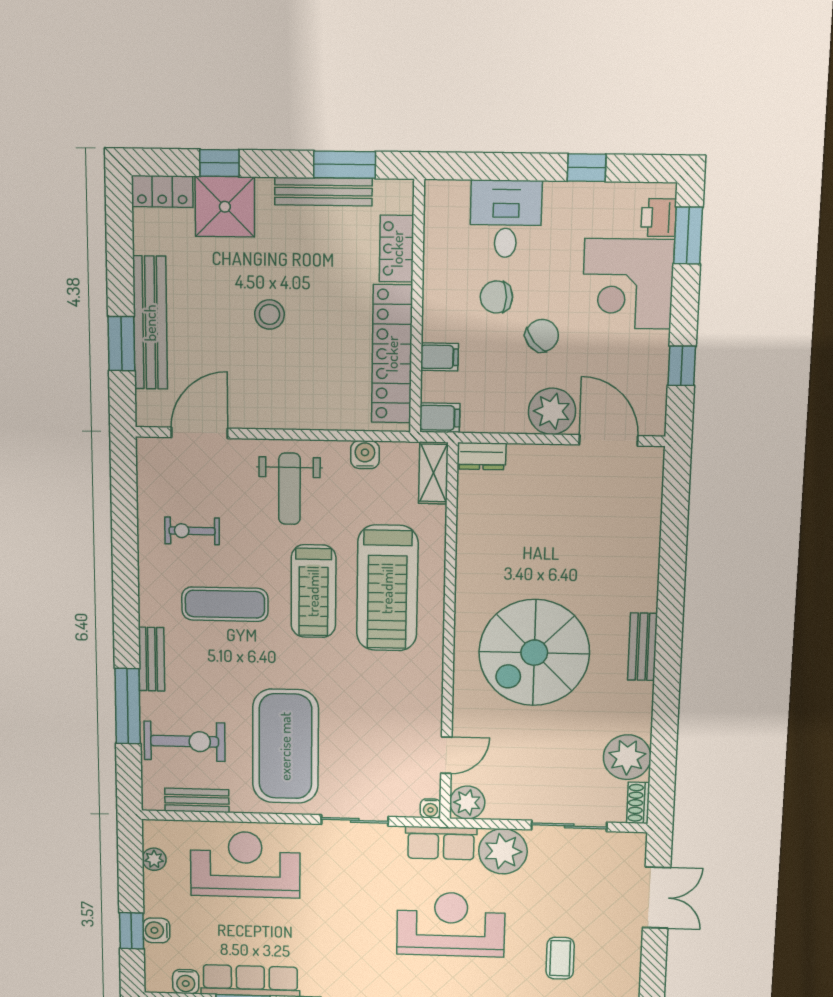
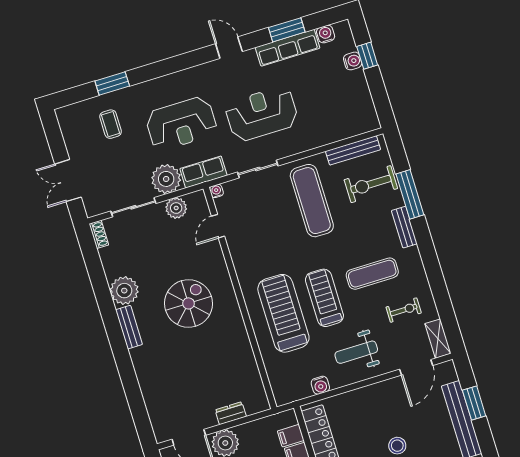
filing cabinet: (440, 418) -> (291, 436), moved
dresser: (482, 456) -> (231, 413), moved
shelving: (433, 473) -> (438, 339), moved
weight bench: (289, 489) -> (356, 352), turned -90
spiral stairs: (534, 653) -> (188, 303), width x0.73, depth x0.73
exercise mat: (285, 746) -> (312, 201), width x0.68
plant: (627, 757) -> (124, 291), moved
bench: (197, 800) -> (353, 150), width x1.36
plant: (467, 802) -> (176, 208), moved
plant: (154, 859) -> (367, 105), removed
reception desk: (245, 864) -> (262, 114), moved, turned 180

